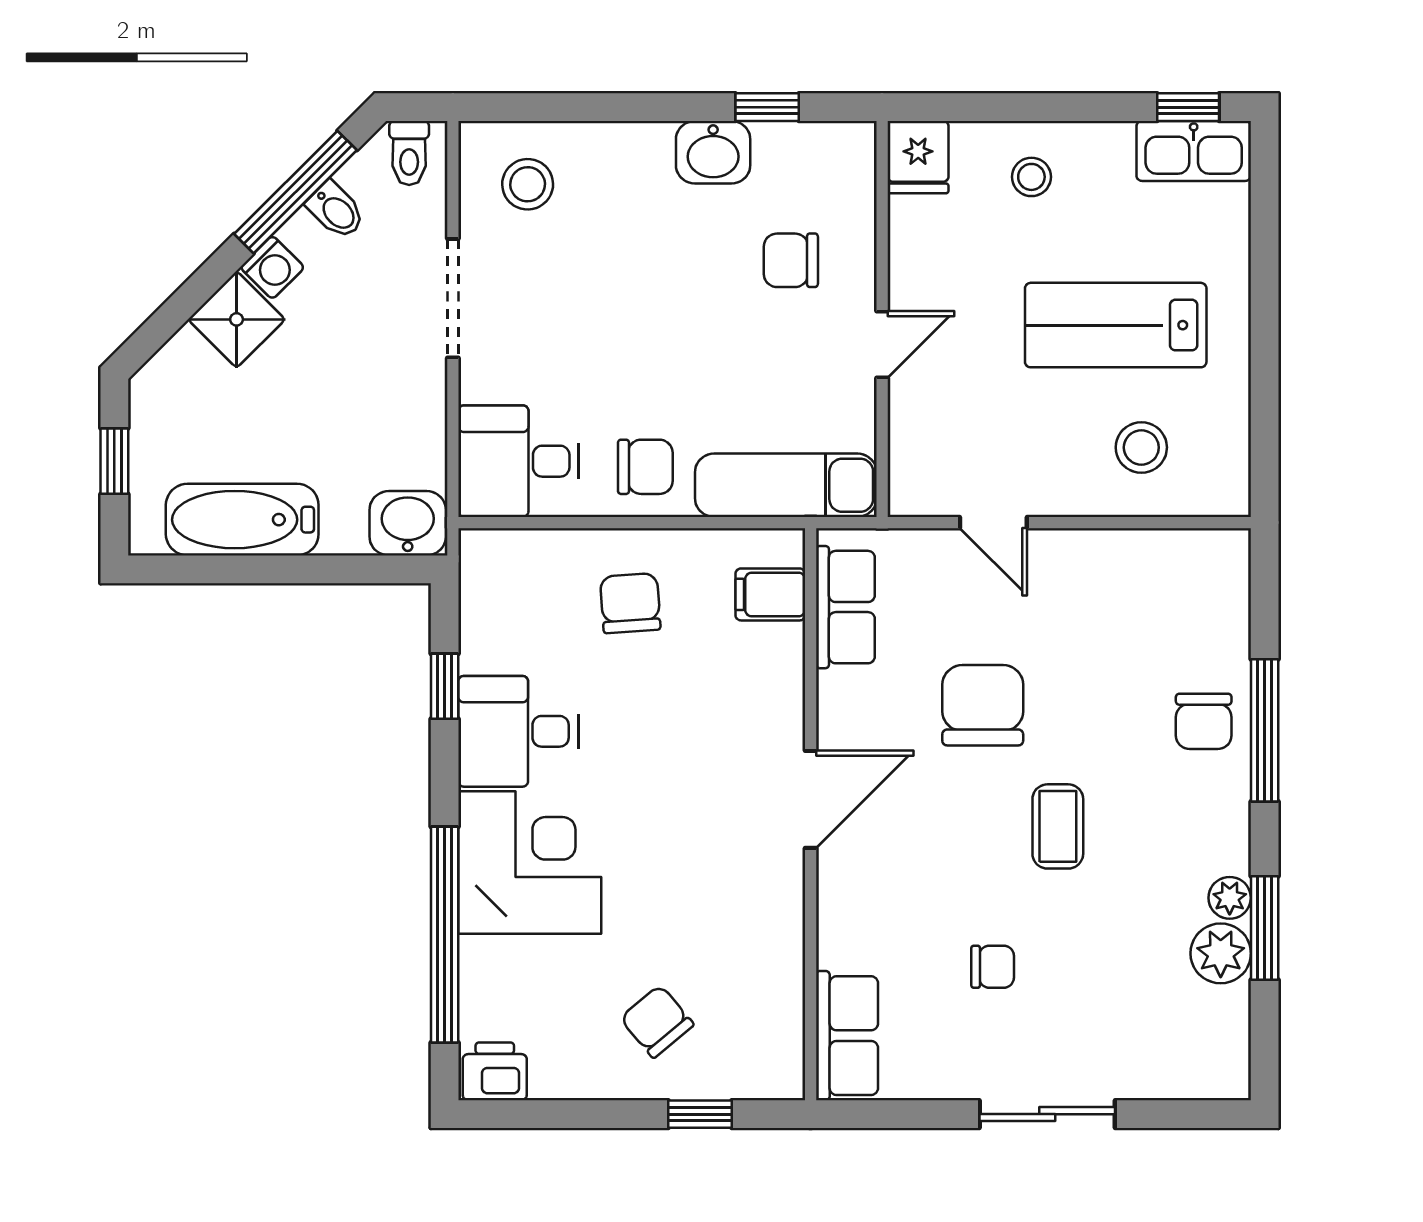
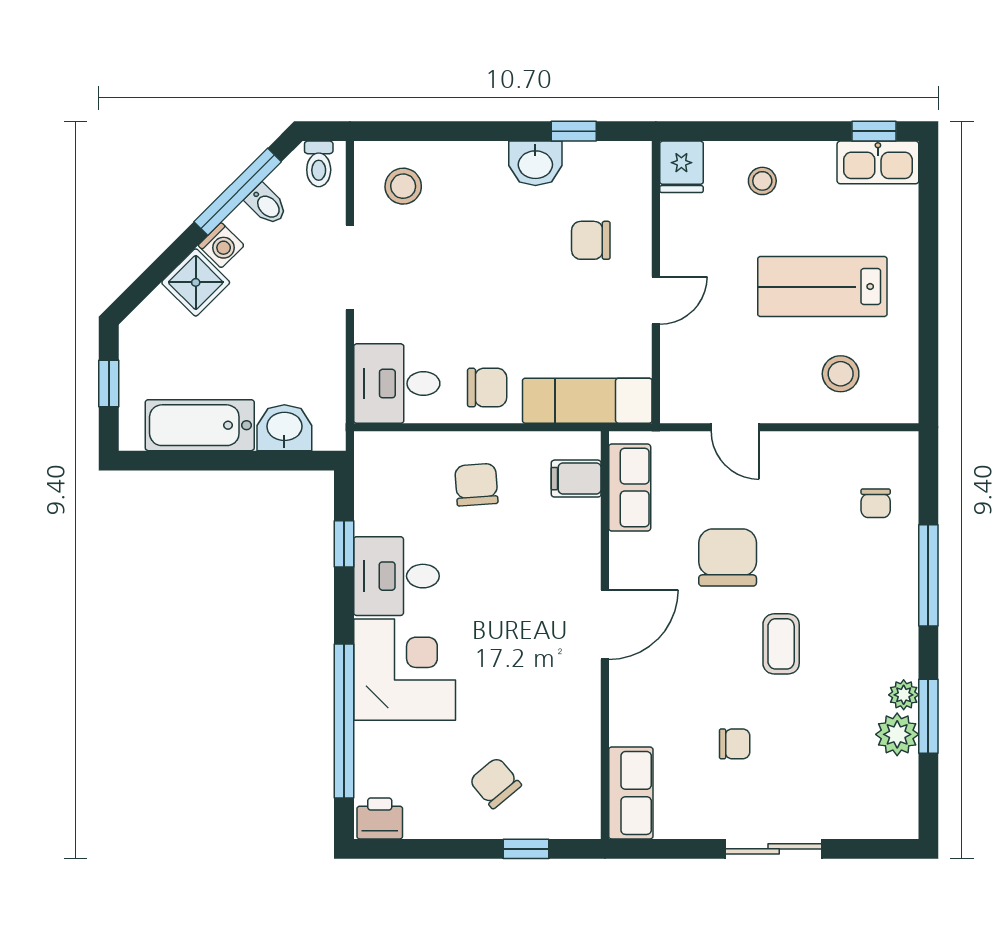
washbasin: (408, 523) -> (284, 428), moved
chair: (1204, 721) -> (876, 503), moved, width x0.73, depth x0.73

